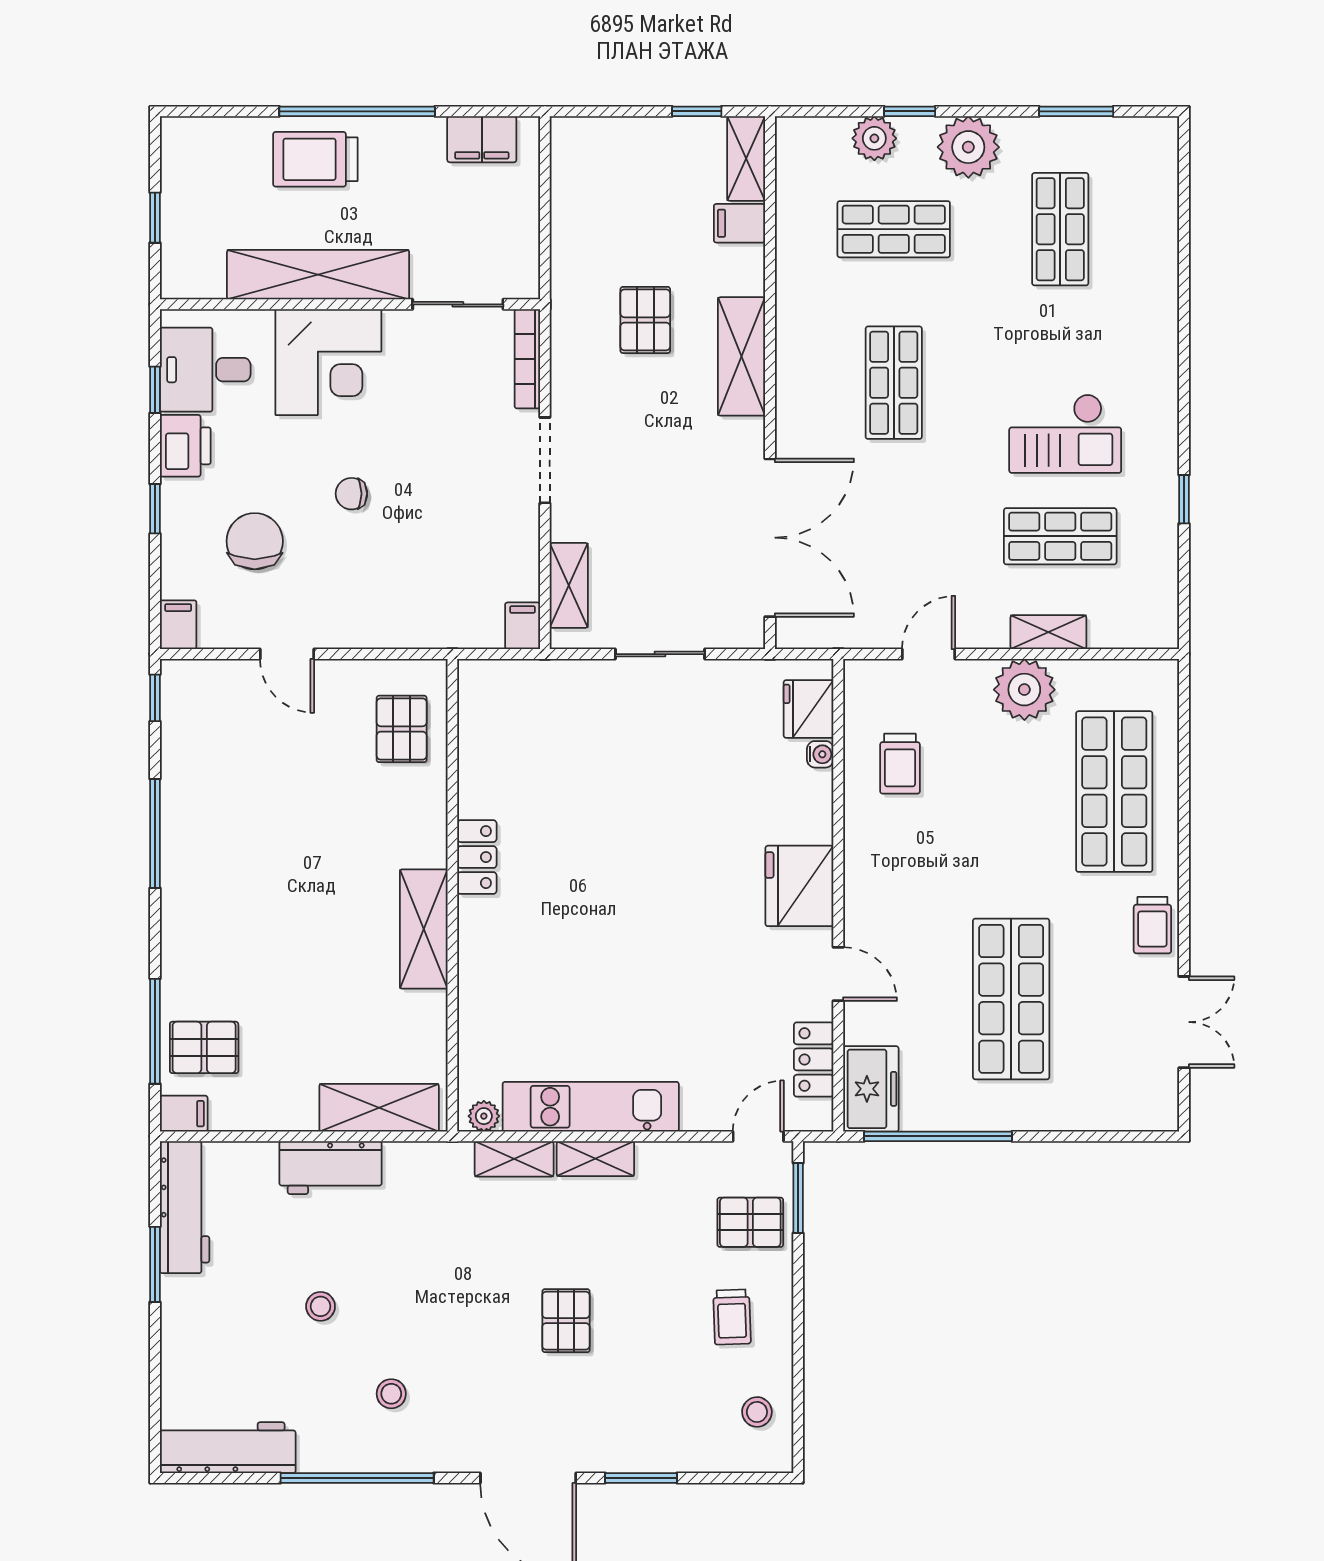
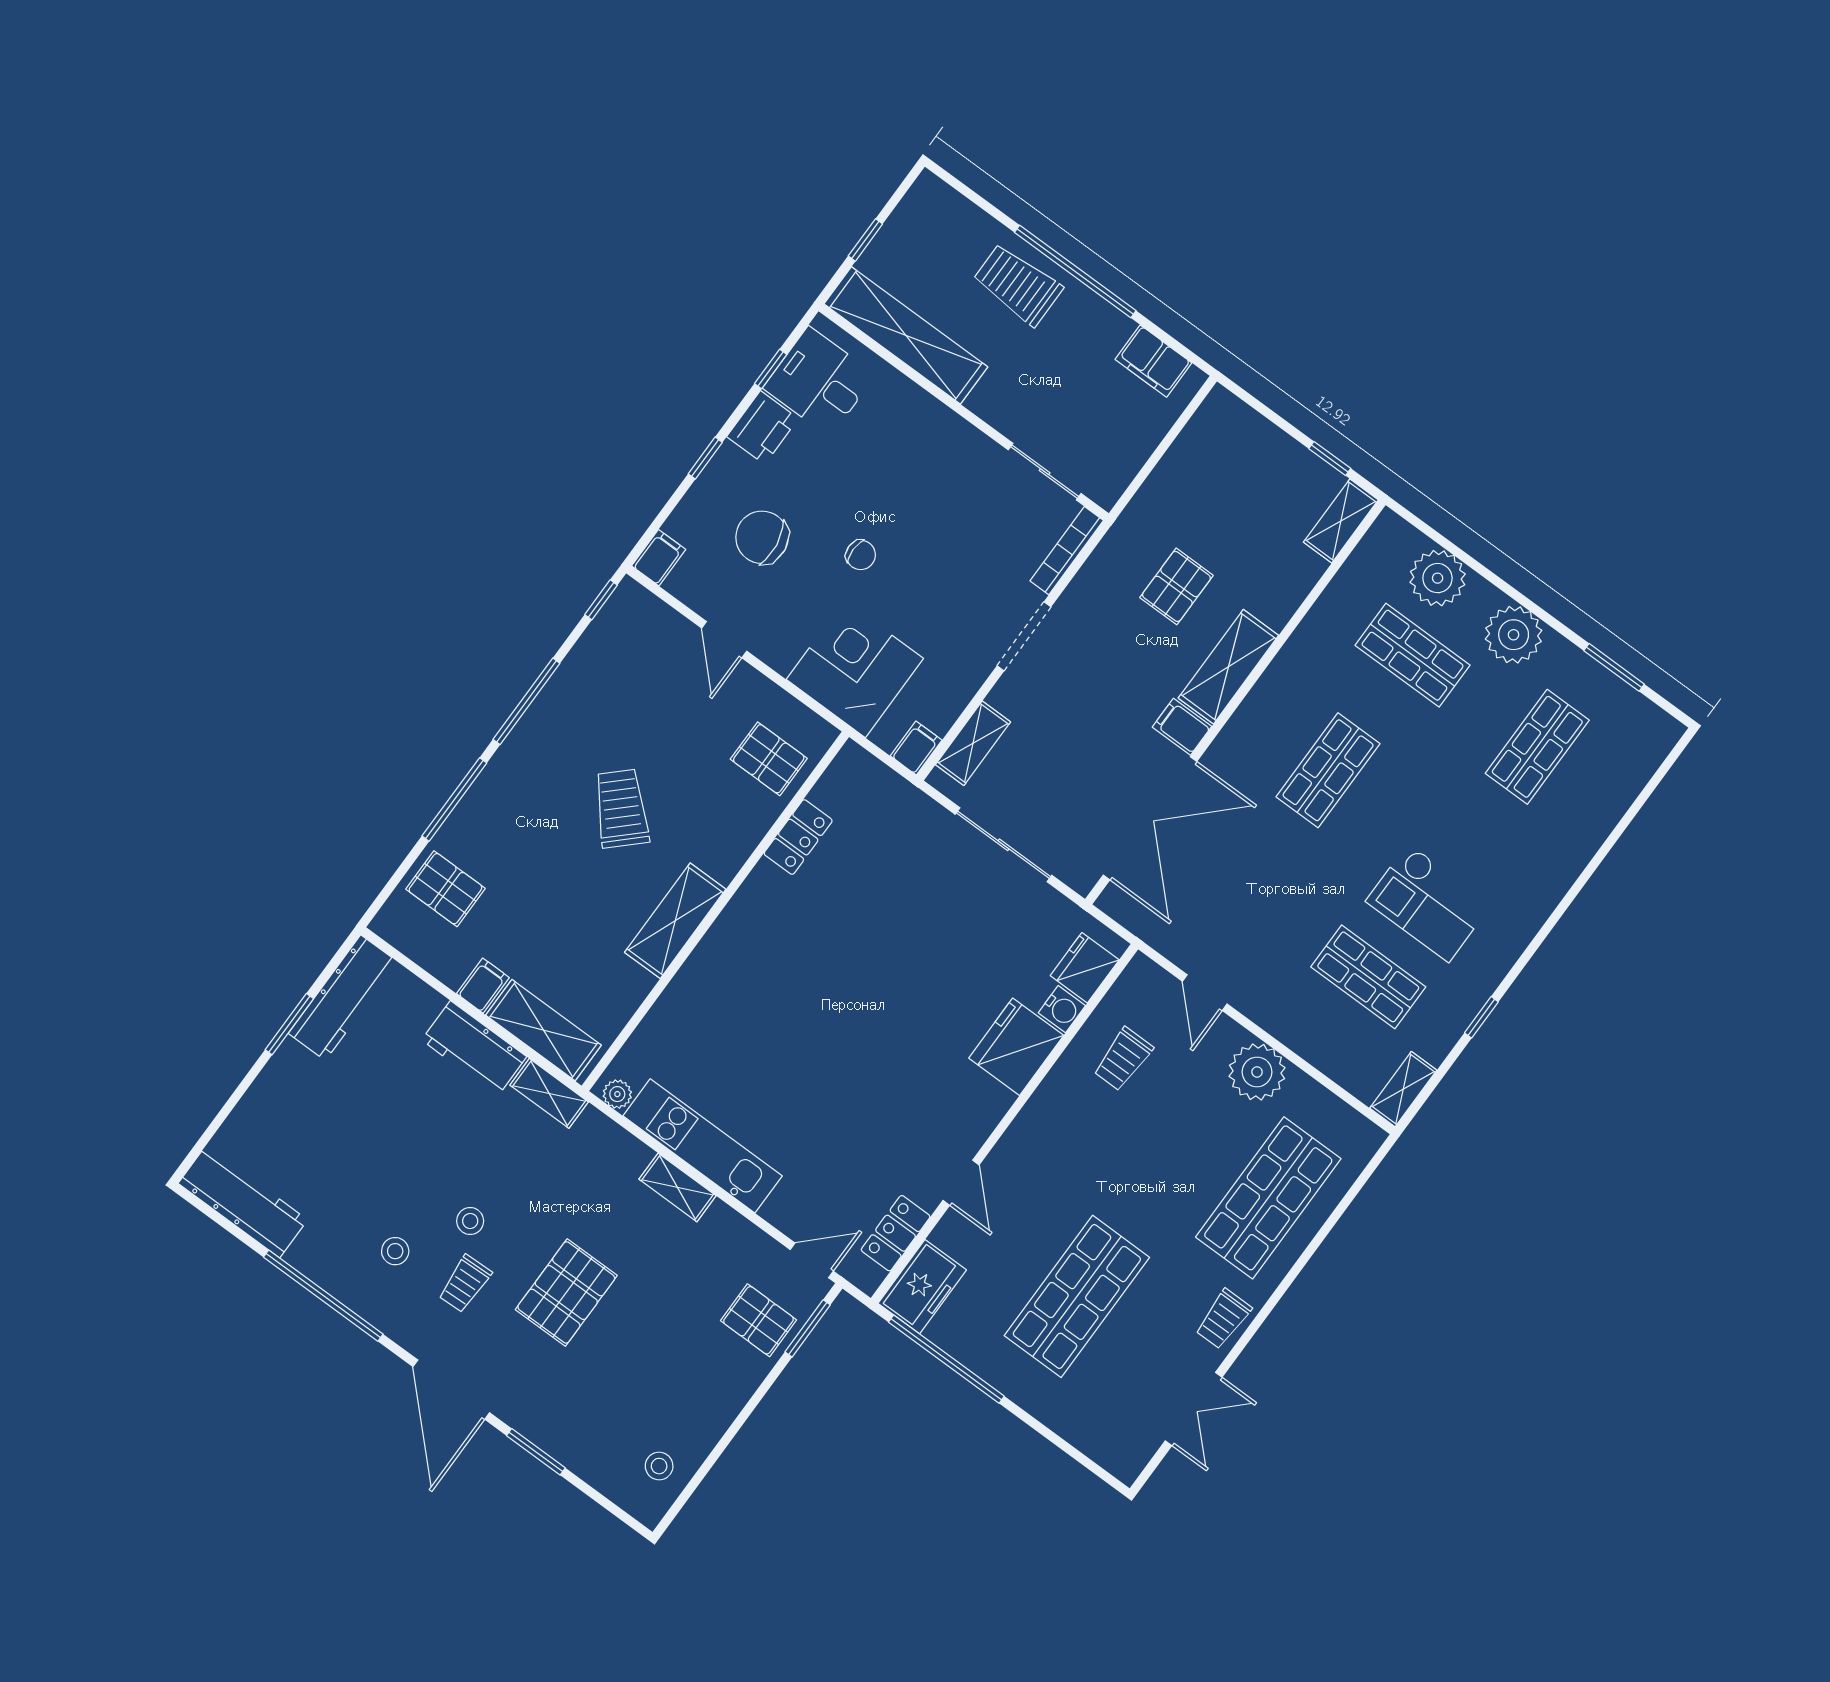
window: (910, 111) -> (1489, 576), removed
plant: (874, 138) -> (1438, 578), width x1.36, depth x1.36
filing cabinet: (739, 223) -> (1182, 727), moved
shelving: (318, 275) -> (906, 335), moved
corner desk: (328, 362) -> (855, 669), moved, turned 180
chair: (351, 494) -> (861, 555), turned 180
chair: (255, 541) -> (762, 537), turned -98
shelving: (1048, 632) -> (1403, 1089), moved, turned 90
sliding door: (660, 654) -> (1004, 845), width x1.37
door: (929, 654) -> (1205, 993), swing flipped
pallet: (402, 729) -> (769, 759), turned 90
water cooler: (820, 754) -> (1062, 1009), width x1.38, depth x1.38
locker: (477, 857) -> (798, 837), moved
trolley: (305, 866) -> (621, 809), added
fridge: (799, 886) -> (1016, 1047), moved
window: (155, 1031) -> (454, 799), moved
filing cabinet: (184, 1114) -> (483, 986), moved, turned -90
shelving: (514, 1159) -> (549, 1093), moved
stool: (321, 1306) -> (470, 1221), moved
trolley: (732, 1317) -> (465, 1284), moved
pallet: (566, 1321) -> (566, 1293), width x1.50, depth x1.42

